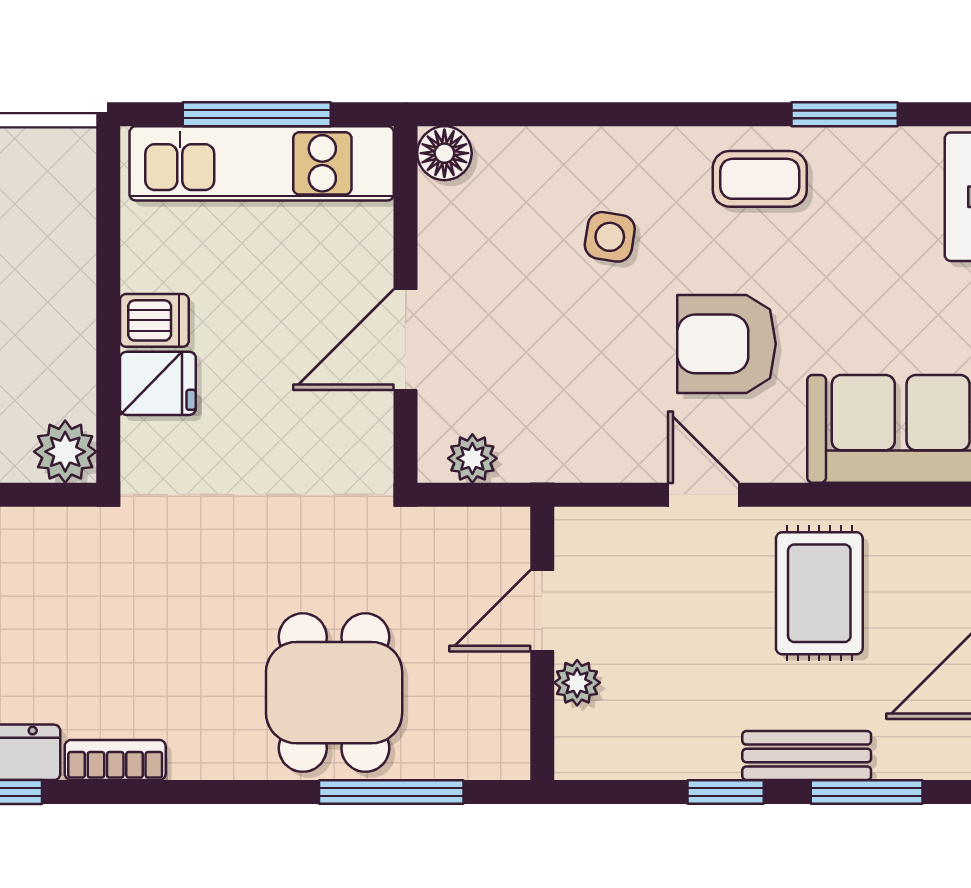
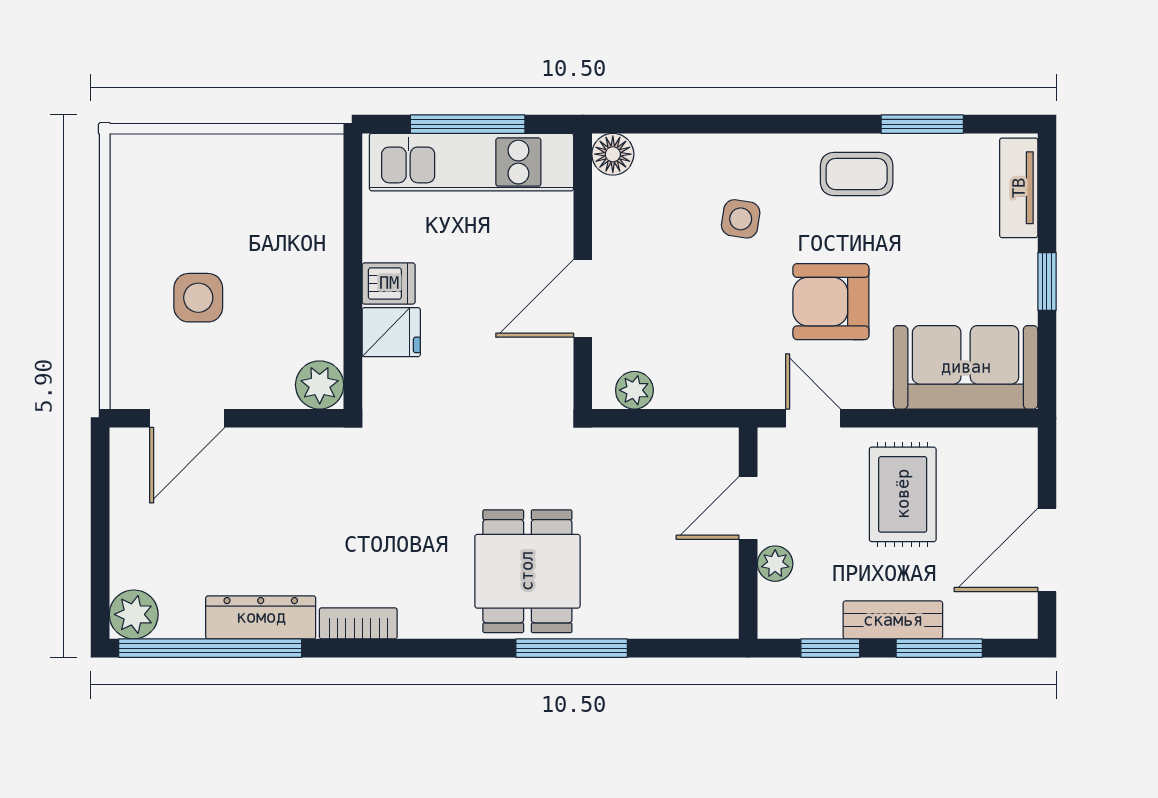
door: (542, 611) -> (748, 508), moved
wall: (542, 643) -> (748, 533), moved
plant: (577, 683) -> (775, 564), moved

